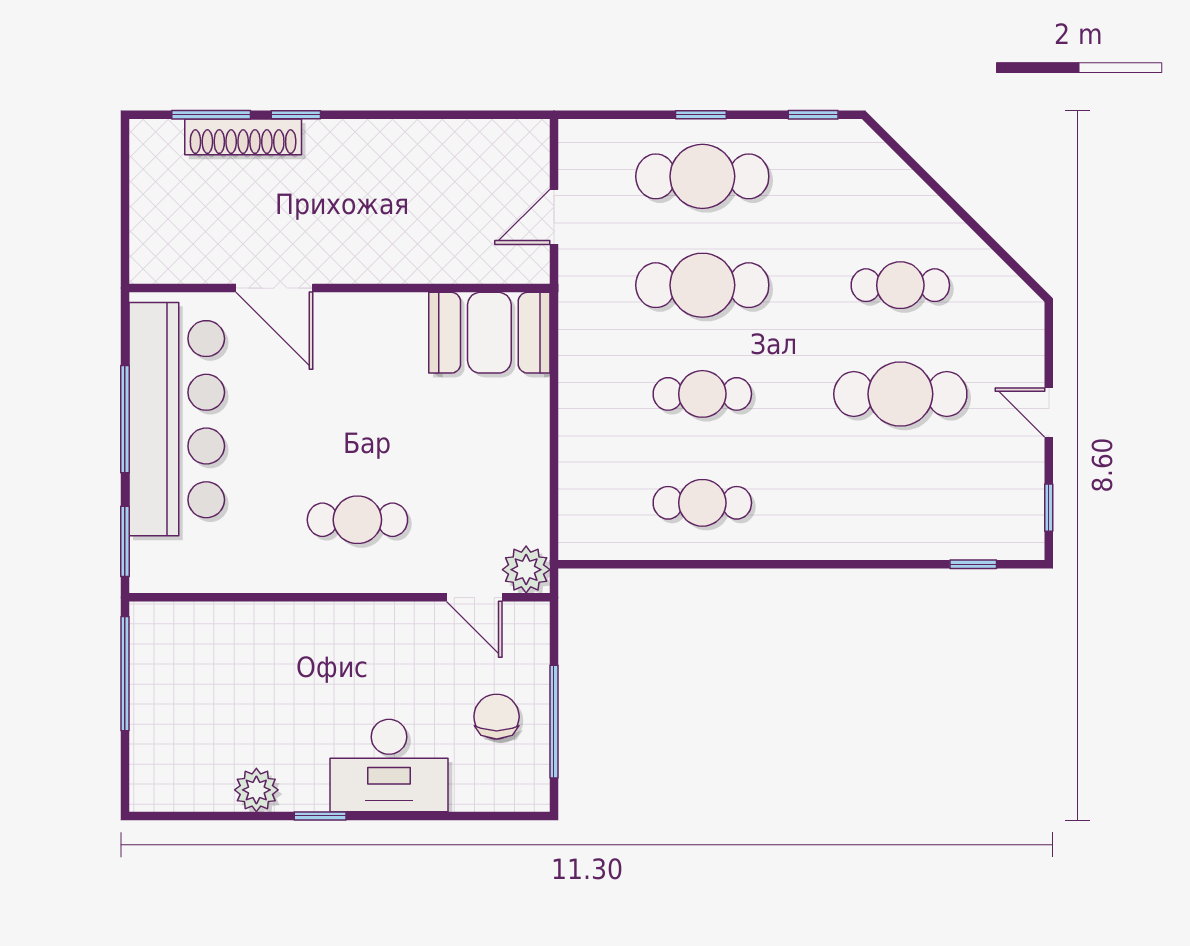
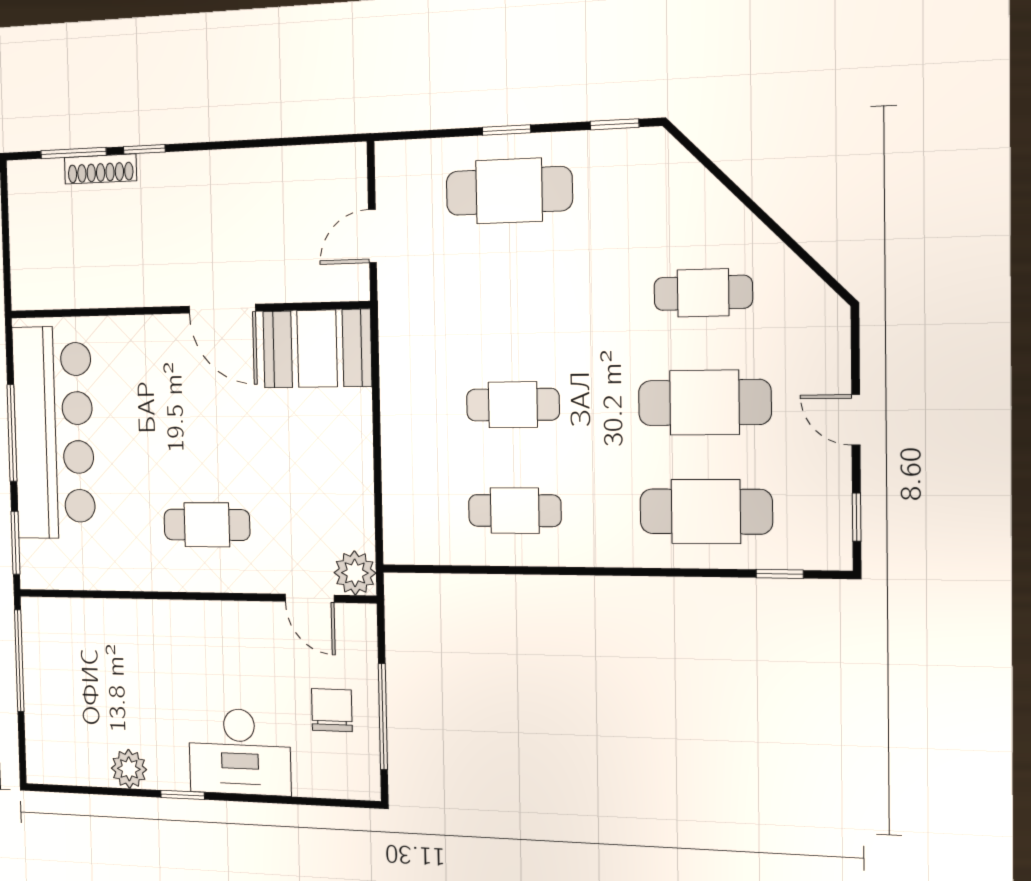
shoe rack: (243, 137) -> (100, 169), width x0.74, depth x0.81
cafe table: (702, 285) -> (706, 512), moved
door: (274, 288) -> (222, 309), moved

